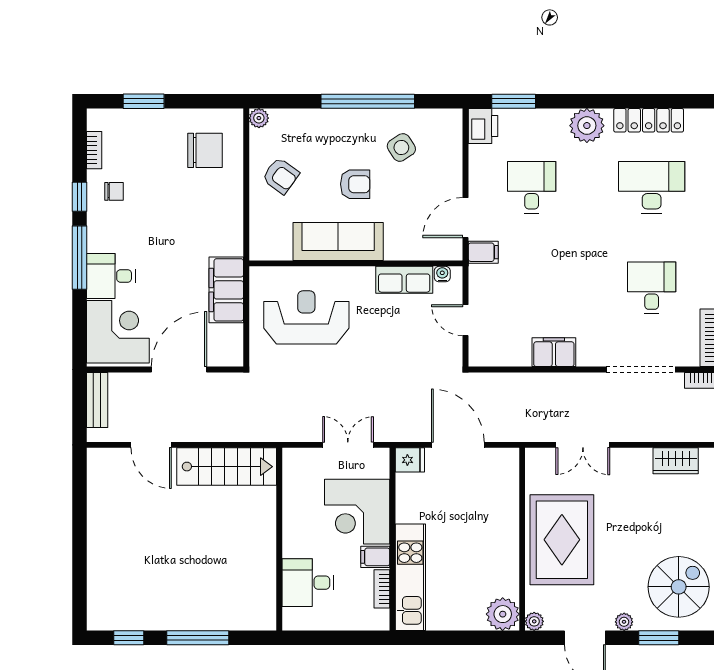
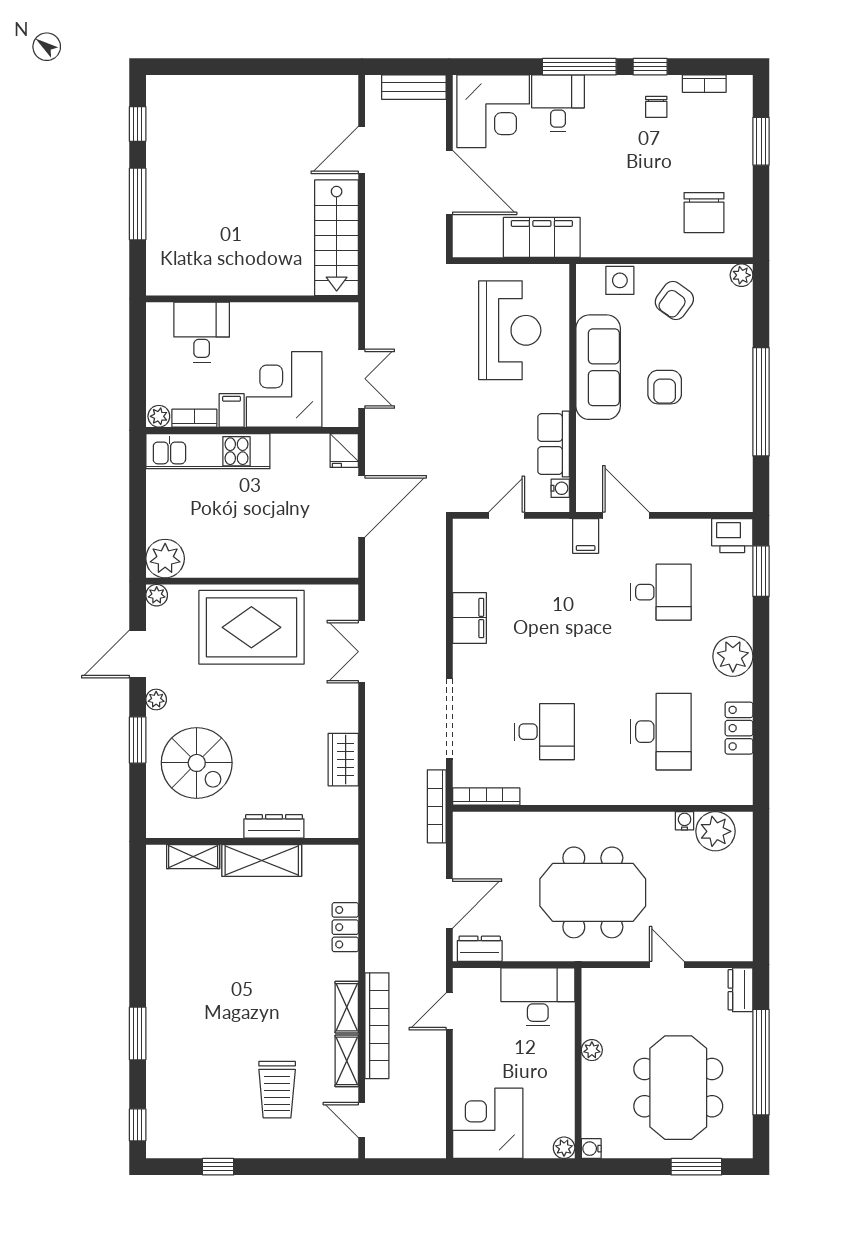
locker: (649, 120) -> (739, 728), width x0.66
side table: (401, 147) -> (620, 280), moved, turned 33
plant: (380, 619) -> (159, 416), added

